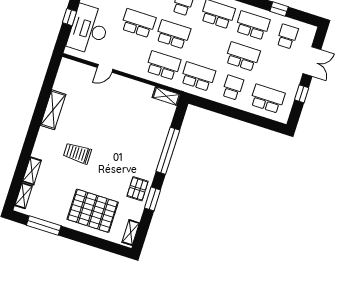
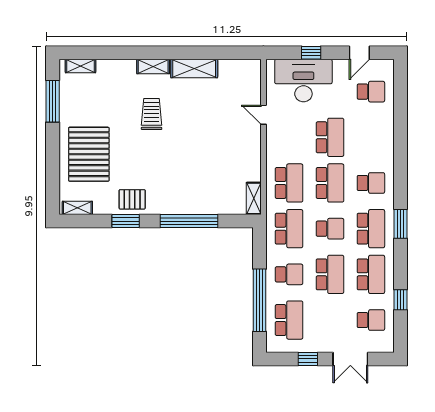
school desk: (208, 45) -> (330, 229), added
window: (245, 116) -> (259, 300), added
shelving: (32, 171) -> (153, 66), moved

